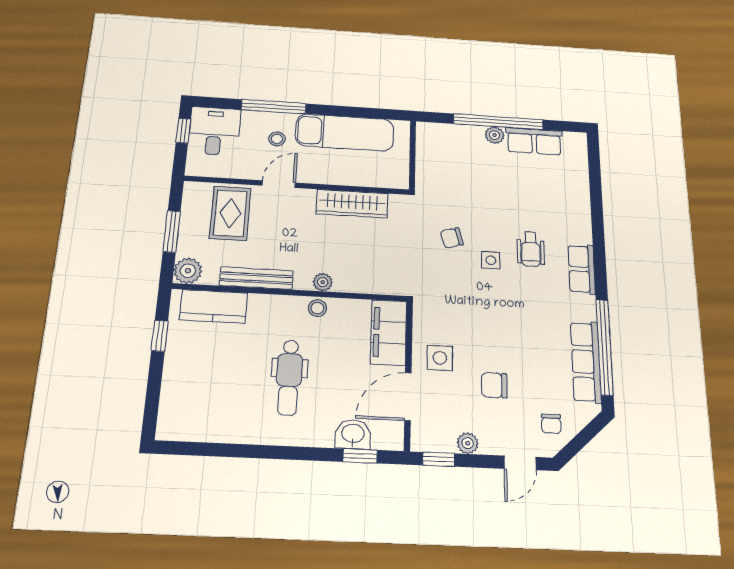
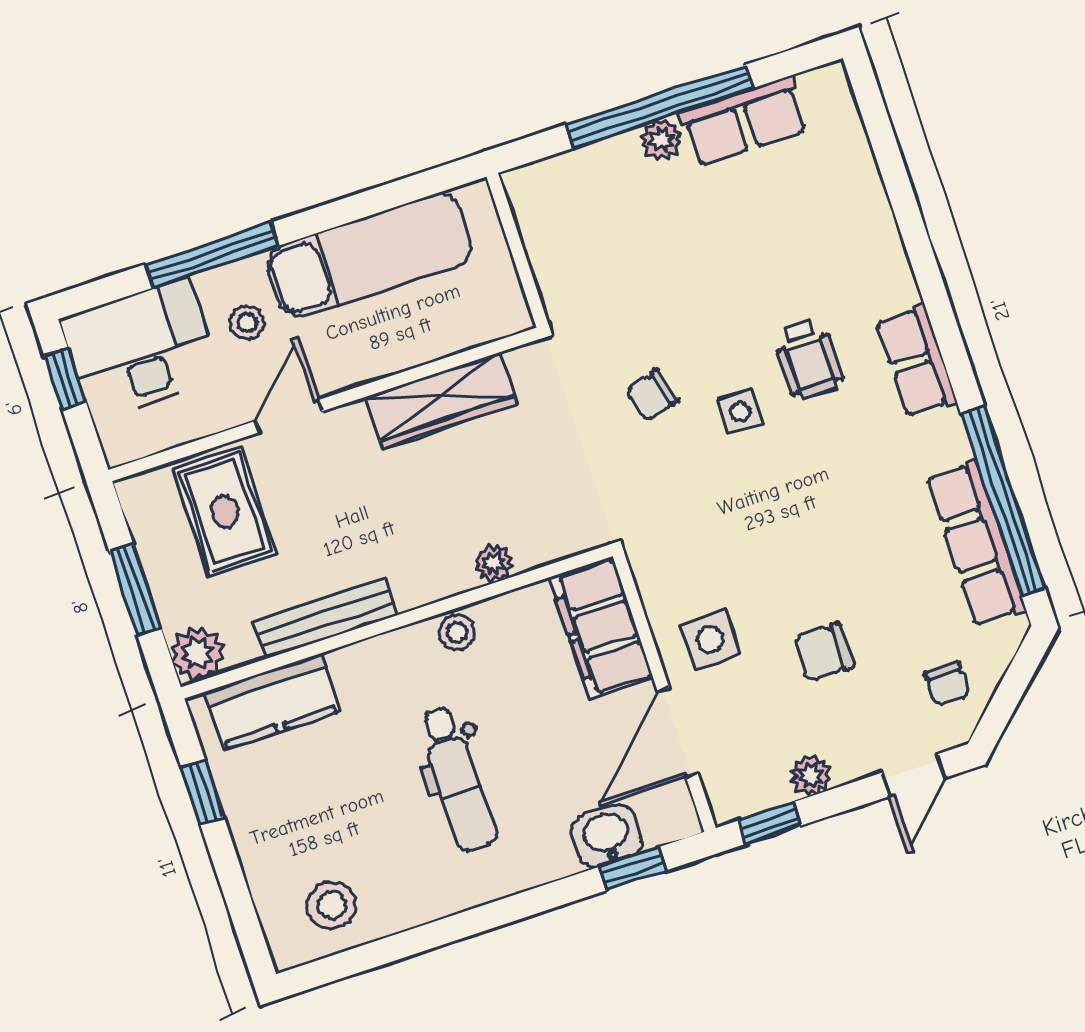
desk: (214, 131) -> (140, 349), width x1.37
plant: (323, 282) -> (494, 563), moved
stool: (199, 416) -> (332, 905), added

